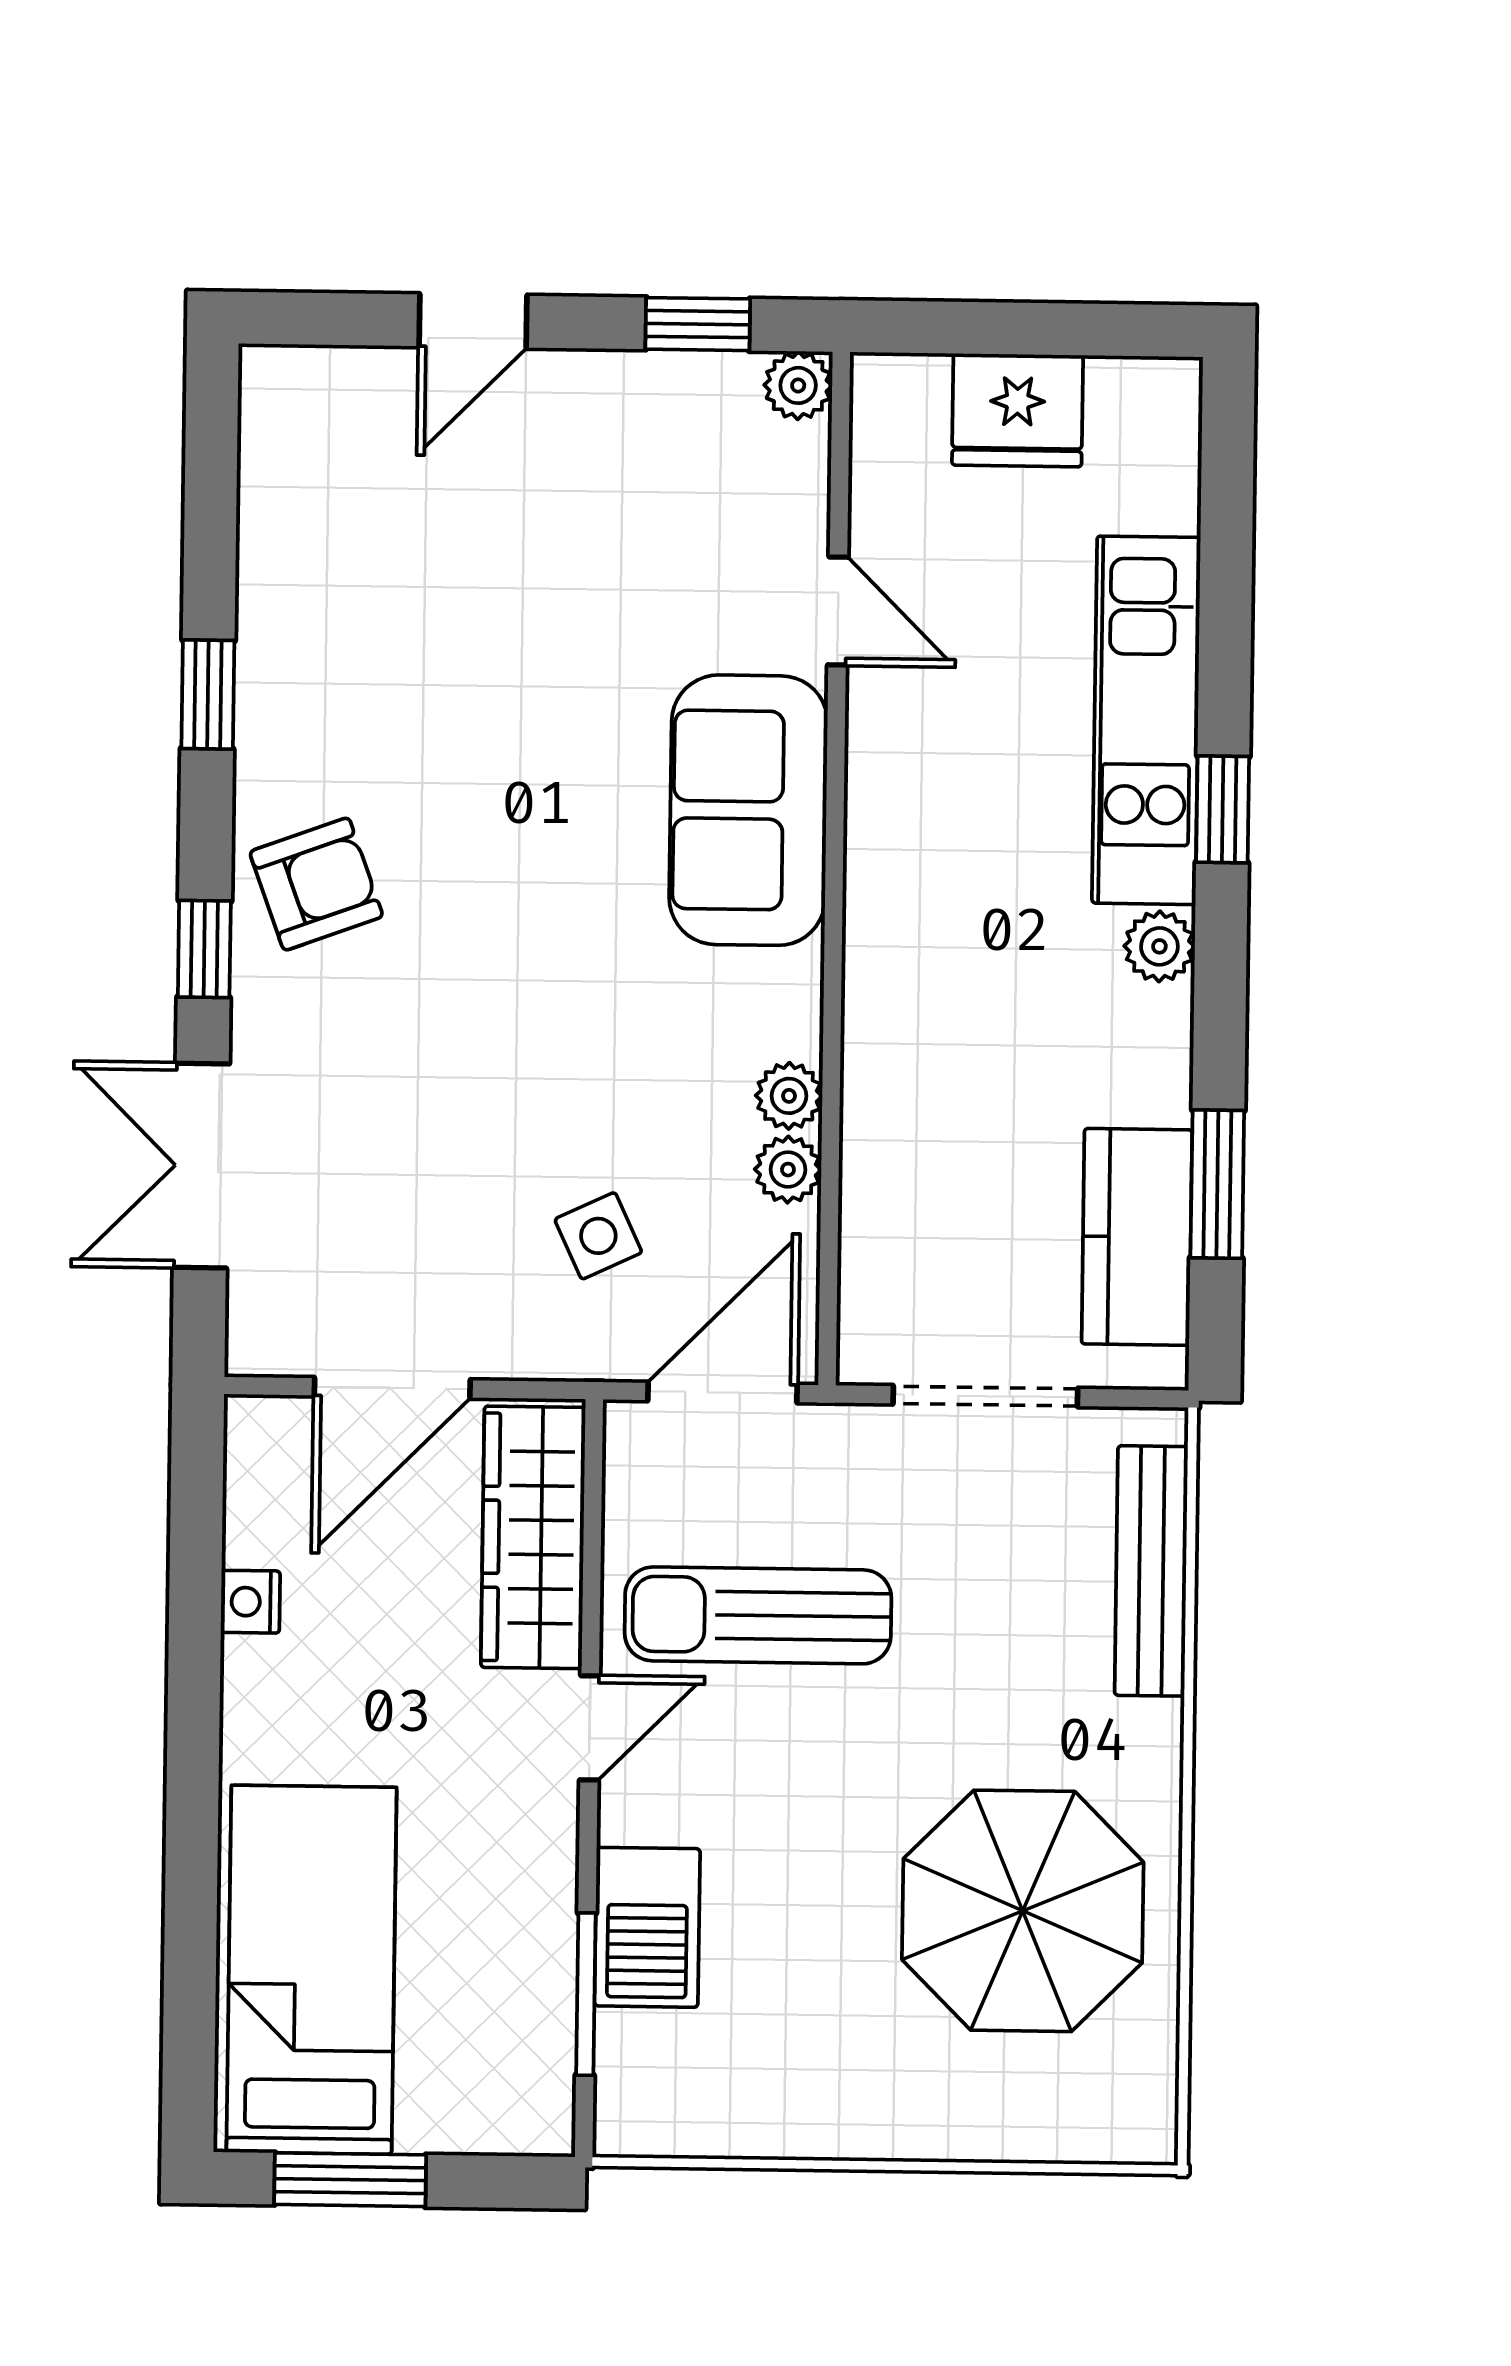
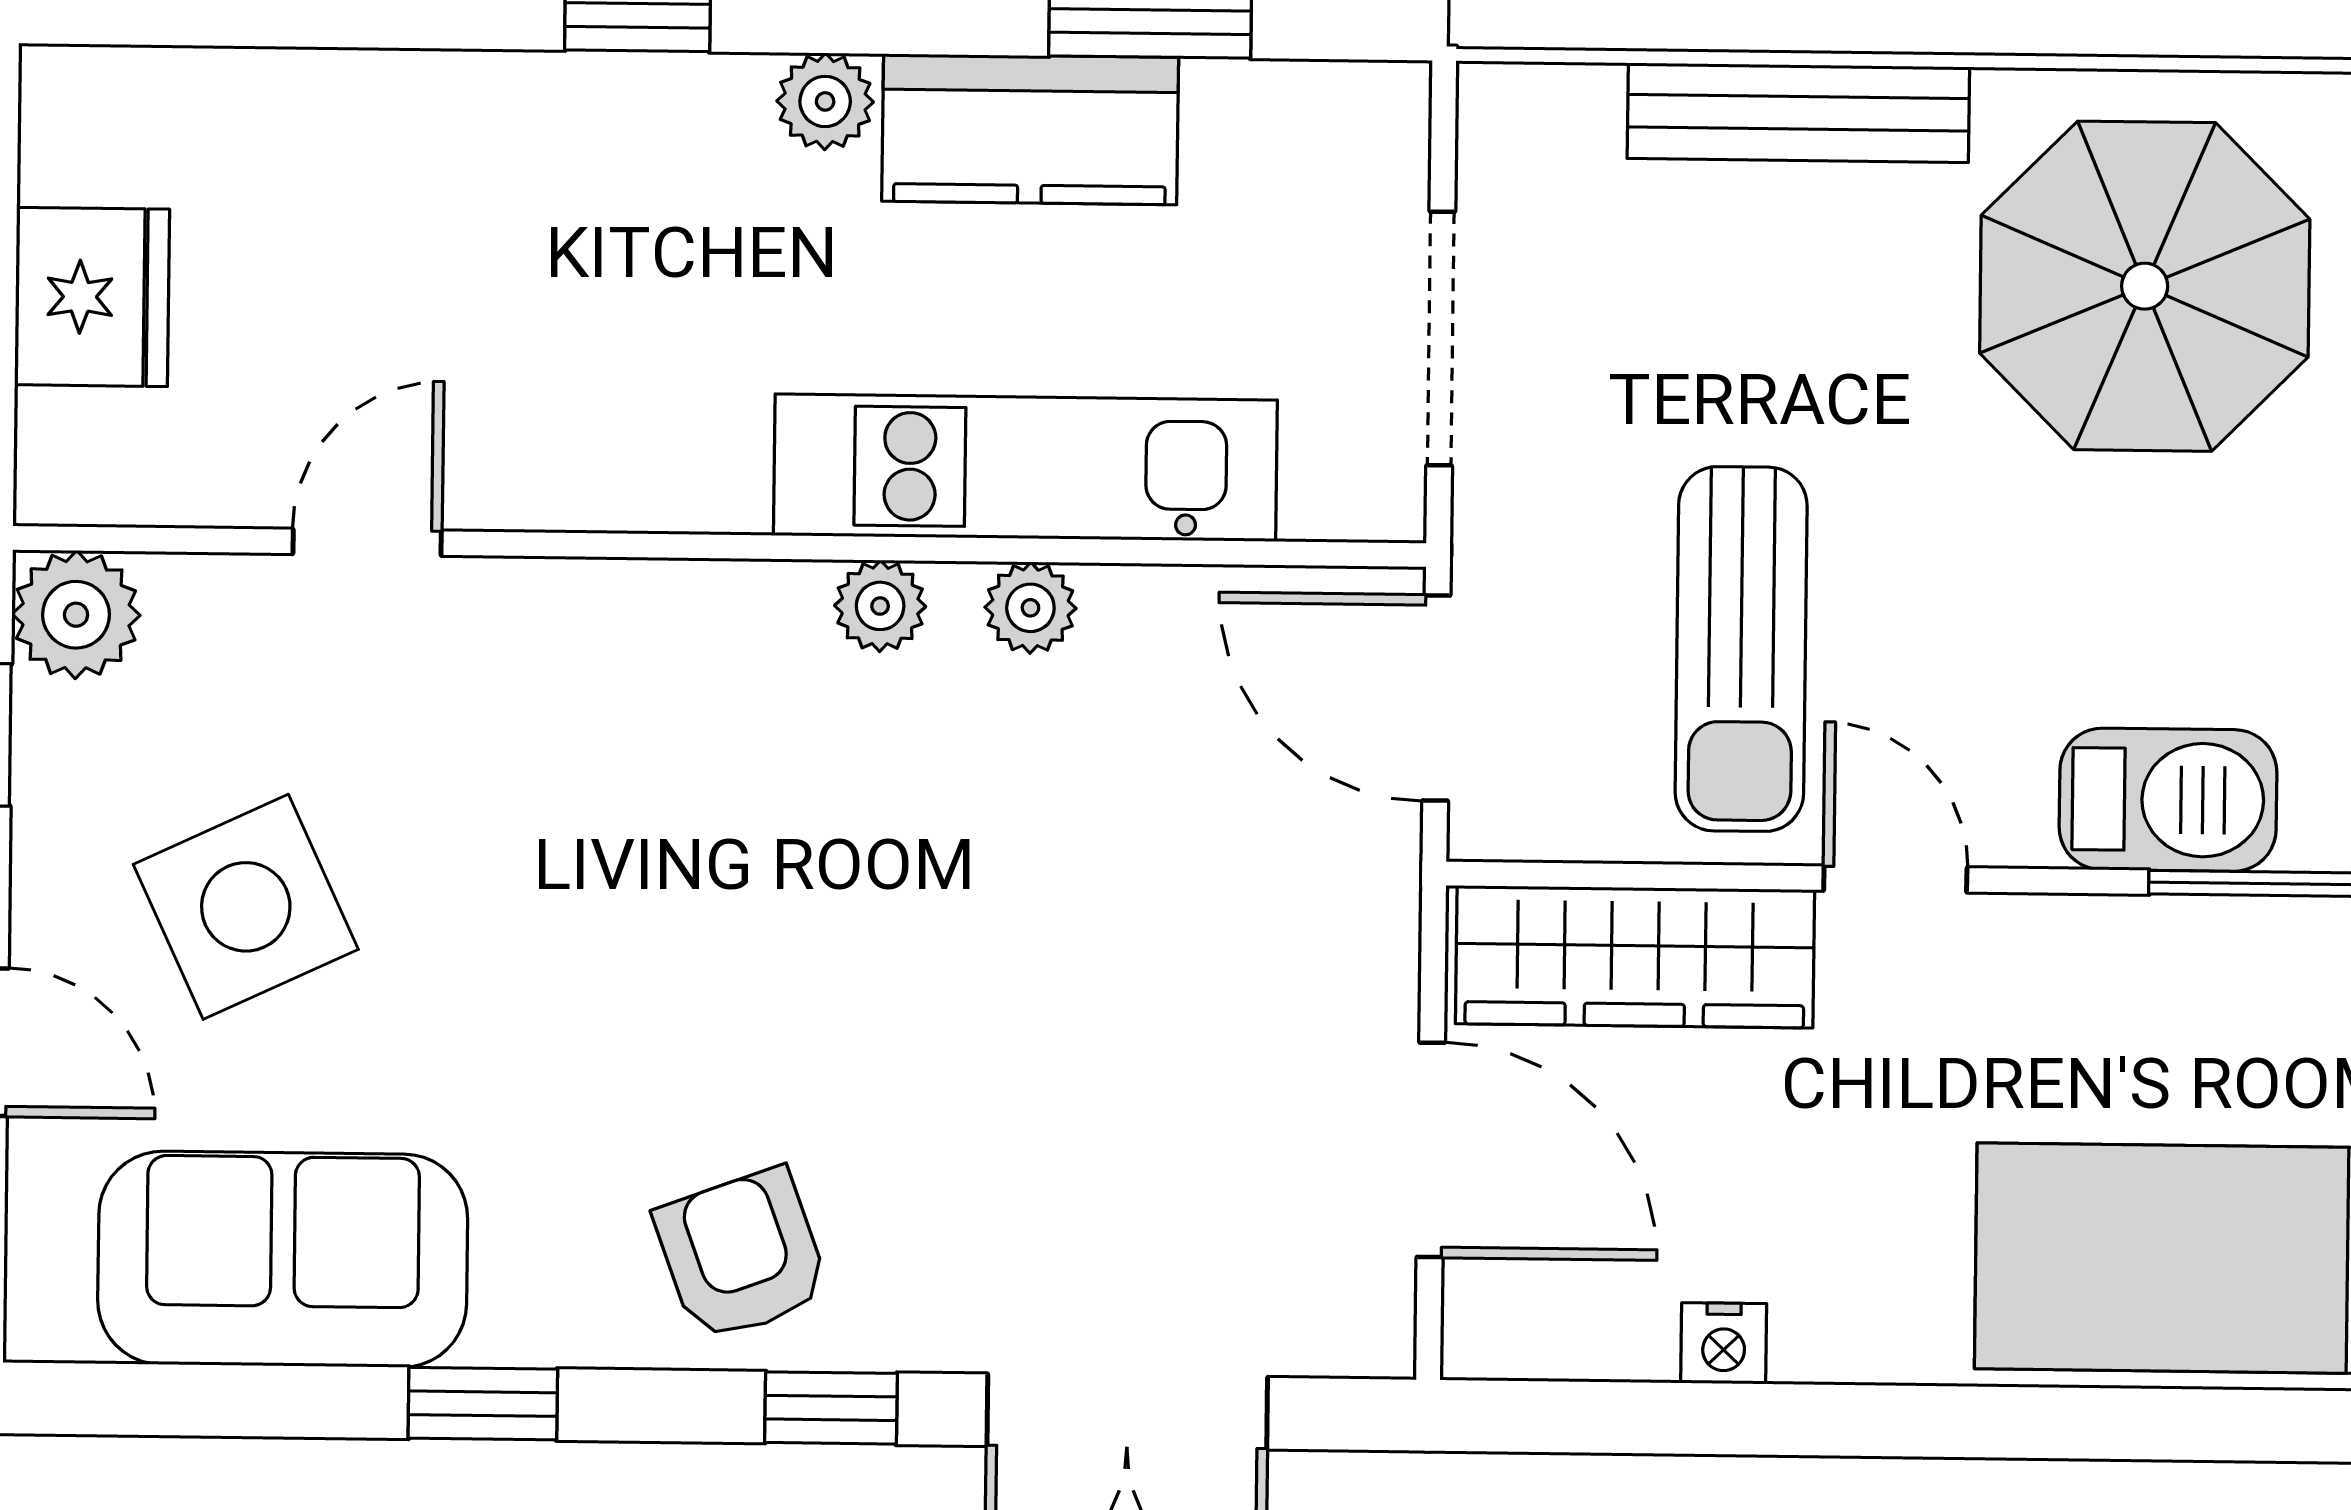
plant: (798, 385) -> (76, 615), width x1.38, depth x1.38
kitchen unit: (1146, 720) -> (1025, 468), moved, turned 180
sofa: (748, 810) -> (283, 1259), moved, turned 180
plant: (788, 1170) -> (880, 606), moved
side table: (598, 1236) -> (246, 907), moved, width x1.87, depth x1.87
kitchen counter: (1137, 1237) -> (1030, 129), moved
bench: (1151, 1571) -> (1798, 113), moved

